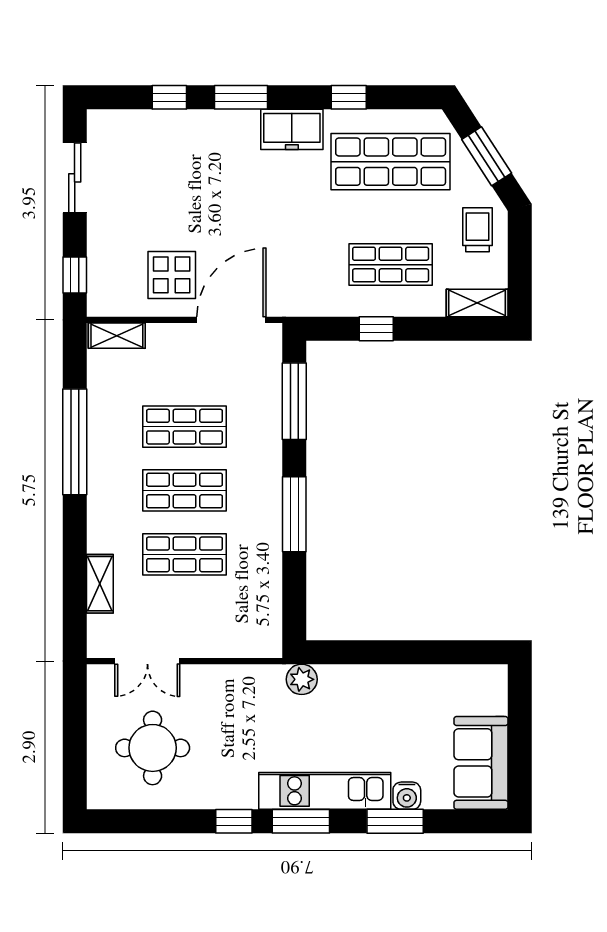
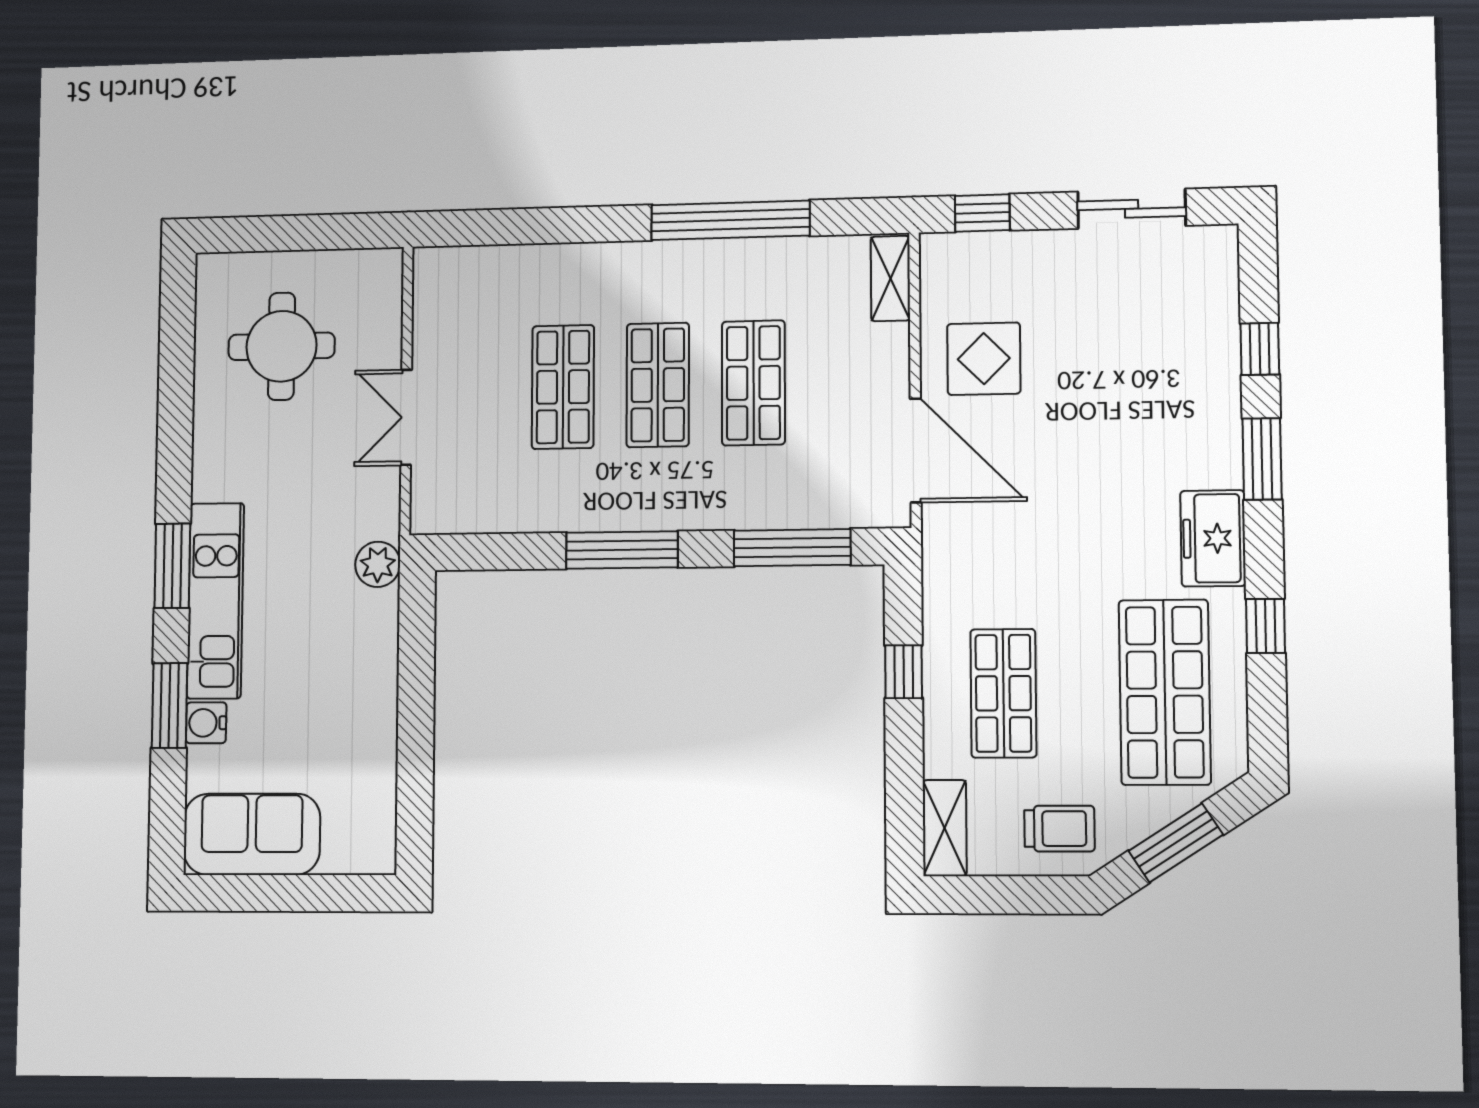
shelving: (100, 584) -> (521, 263), removed
double door: (147, 661) -> (406, 417), moved
window: (234, 821) -> (174, 467), removed

